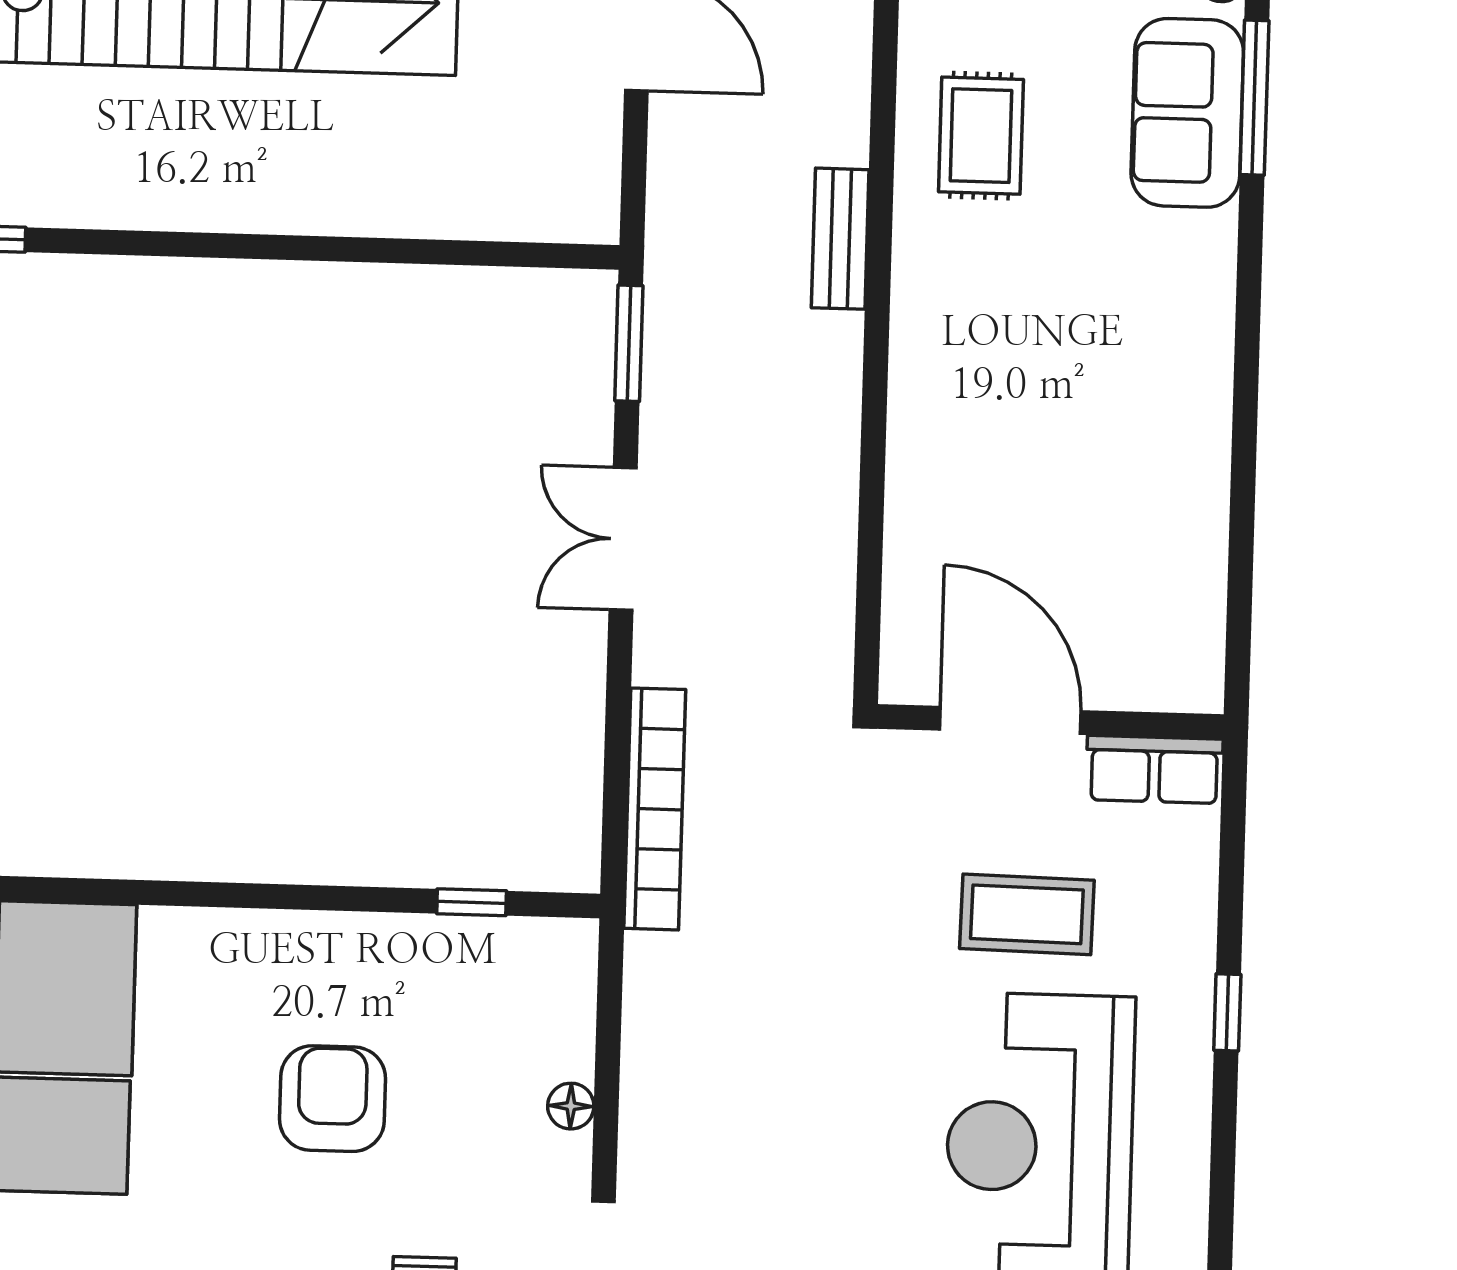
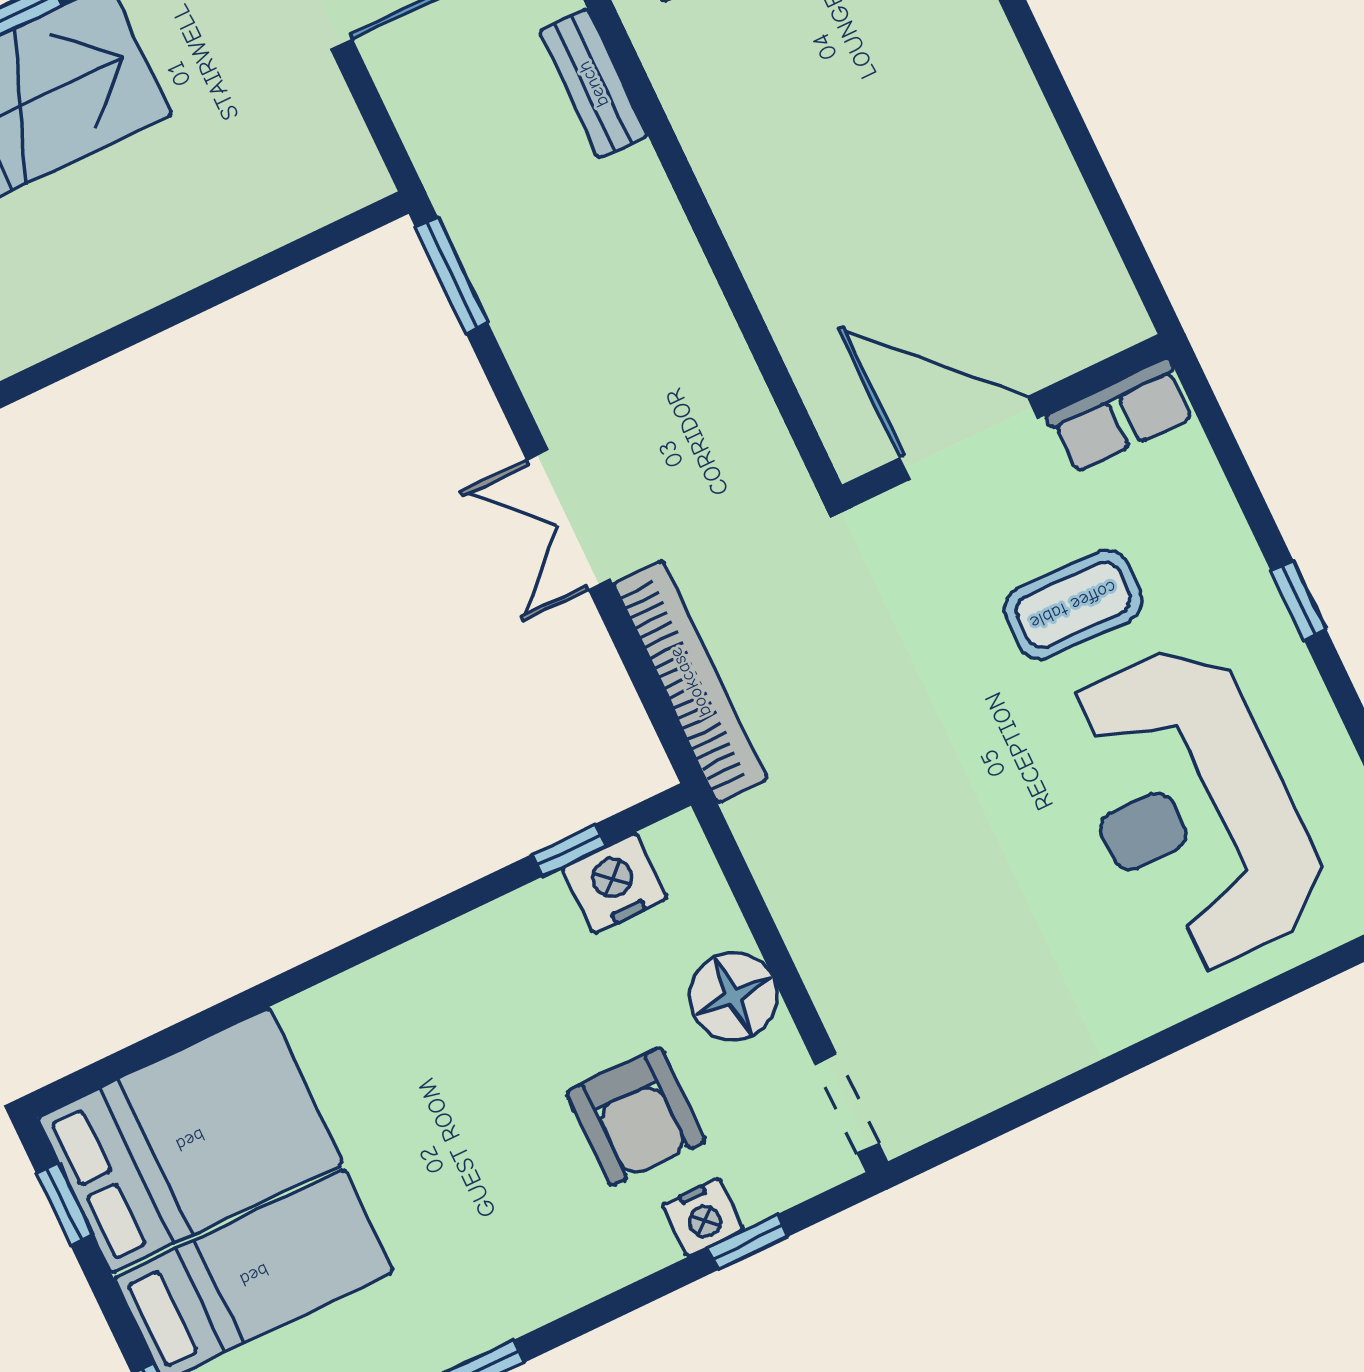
double door: (623, 539) -> (568, 520), moved
nightstand: (497, 952) -> (615, 883), added
armchair: (332, 1099) -> (636, 1117), moved, turned 180
floor lamp: (571, 1106) -> (733, 996), width x1.89, depth x1.89

